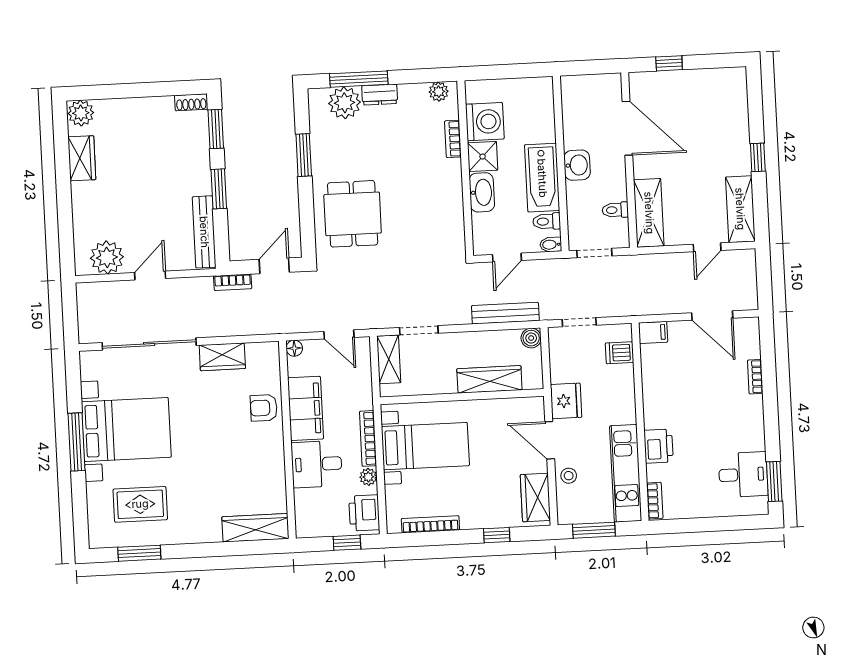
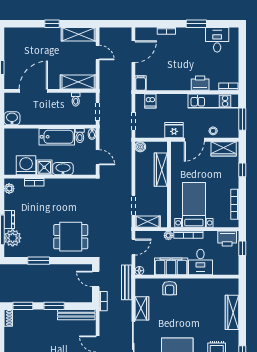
washbasin: (577, 165) -> (12, 118), moved
bench: (505, 313) -> (127, 282), moved
plant: (368, 477) -> (168, 235), moved
window: (774, 482) -> (196, 24), moved
wardrobe: (255, 528) -> (232, 312), moved

